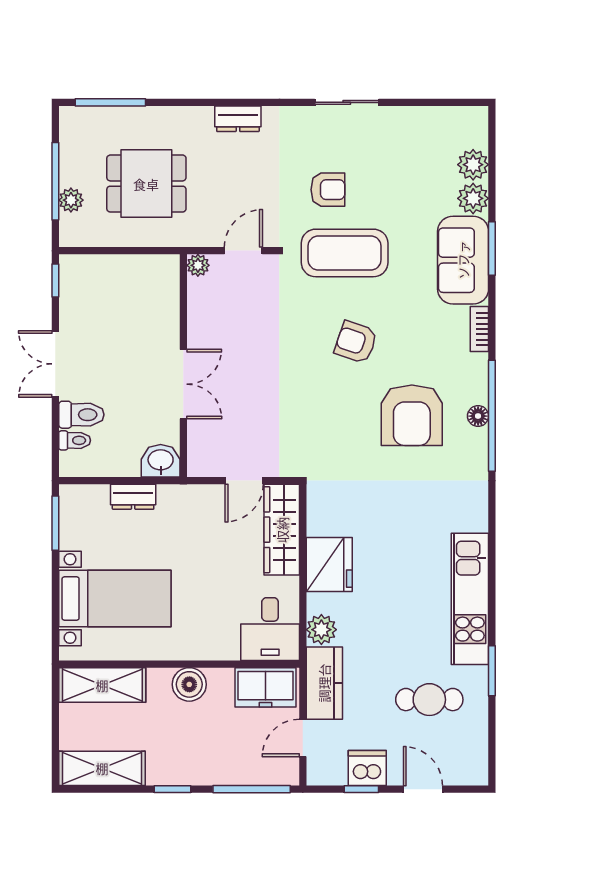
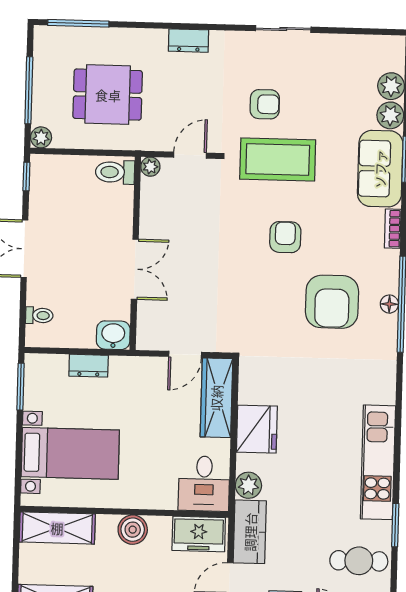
plant: (71, 200) -> (41, 137), moved
armchair: (356, 342) -> (285, 237), turned 71
toilet: (81, 415) -> (115, 172), moved, turned 180
cafe table: (429, 700) -> (359, 561), moved

